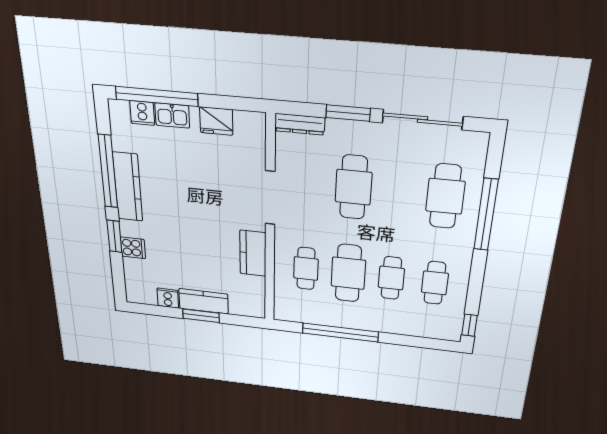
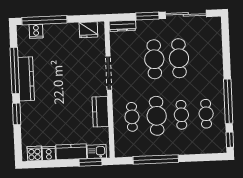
kitchen sink: (172, 115) -> (97, 151), moved, turned 180
fridge: (216, 121) -> (88, 30), moved
cafe table: (445, 196) -> (179, 58), moved
window: (486, 215) -> (228, 101), moved
cooker: (133, 248) -> (34, 154), moved, turned -90
window: (201, 316) -> (91, 162), moved

